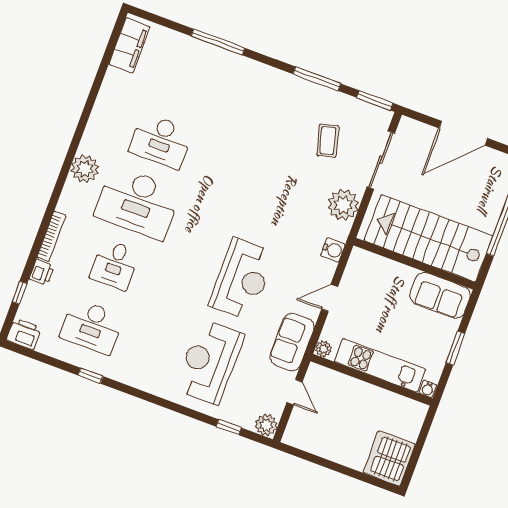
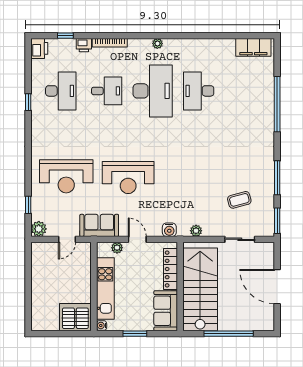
window: (218, 42) -> (277, 104), width x1.46
sliding door: (381, 160) -> (240, 239), width x0.73
plant: (85, 169) -> (157, 43), width x0.53, depth x0.53
desk: (138, 203) -> (153, 91), turned 180
plant: (343, 205) -> (196, 231), width x0.53, depth x0.53
desk: (115, 265) -> (107, 91), turned 180
locker: (386, 268) -> (171, 269), added
desk: (92, 326) -> (61, 91), turned 180
plant: (323, 349) -> (117, 248), moved
reception desk: (209, 362) -> (66, 176), turned 180
server rack: (389, 458) -> (75, 317), moved

